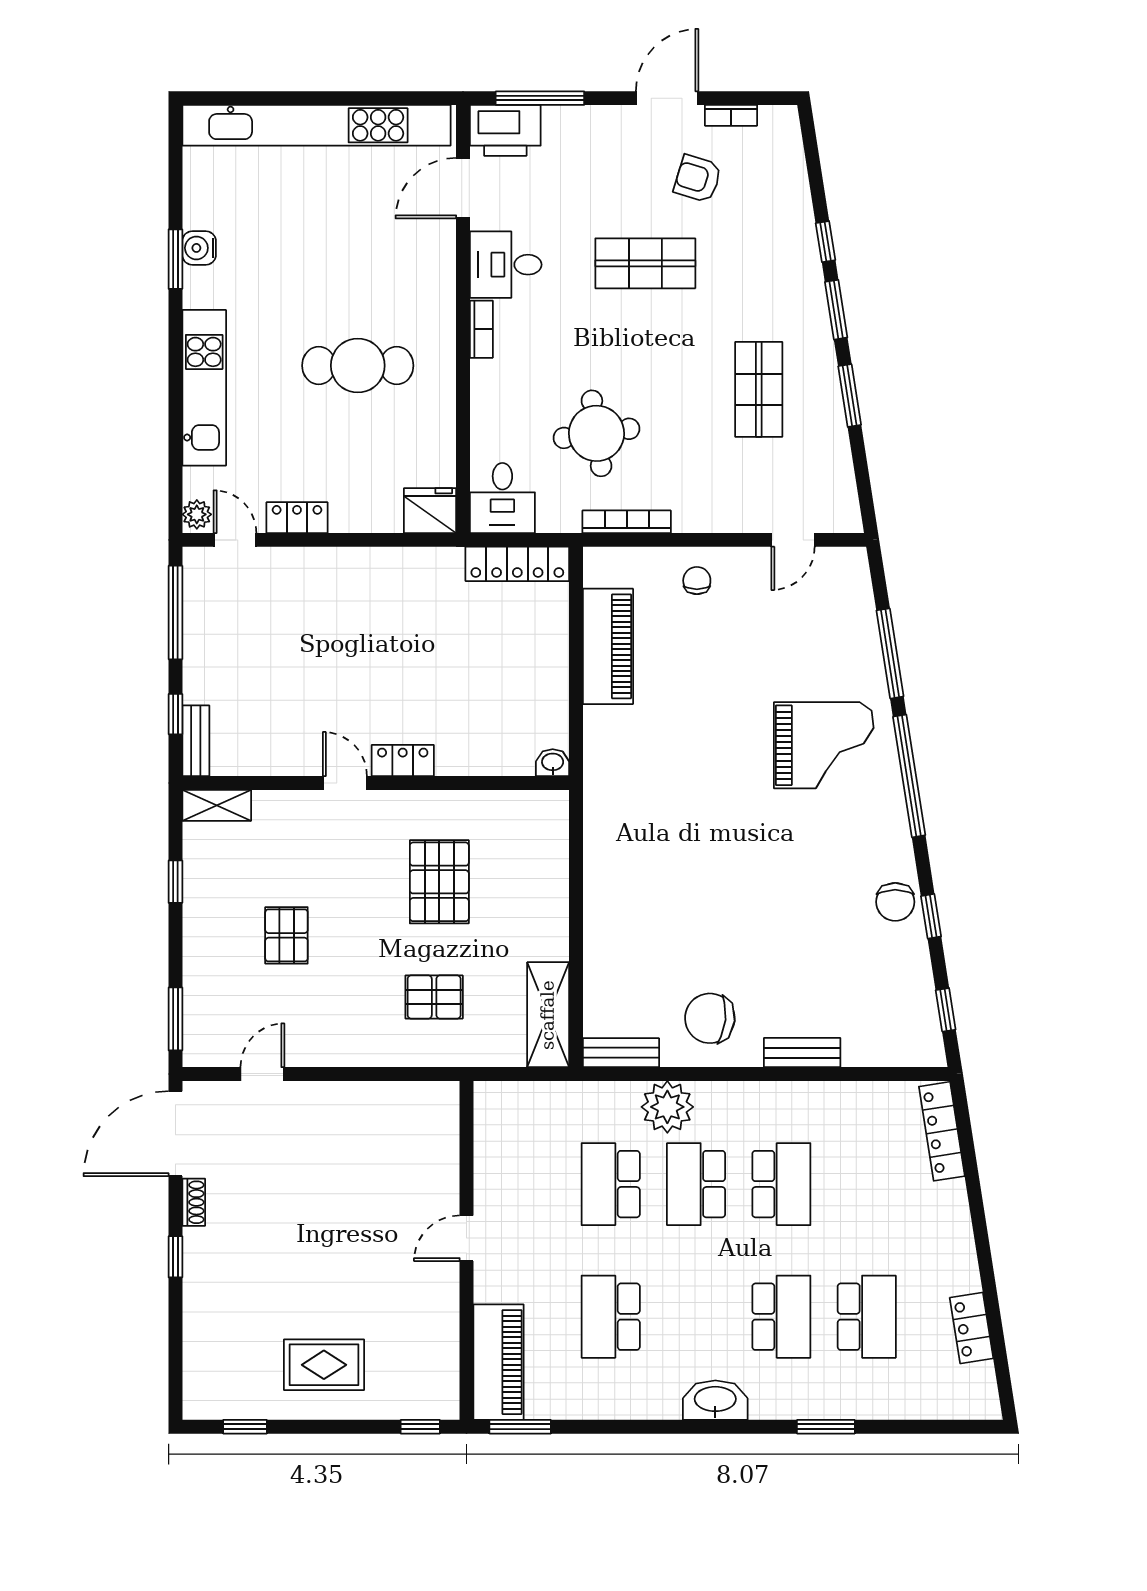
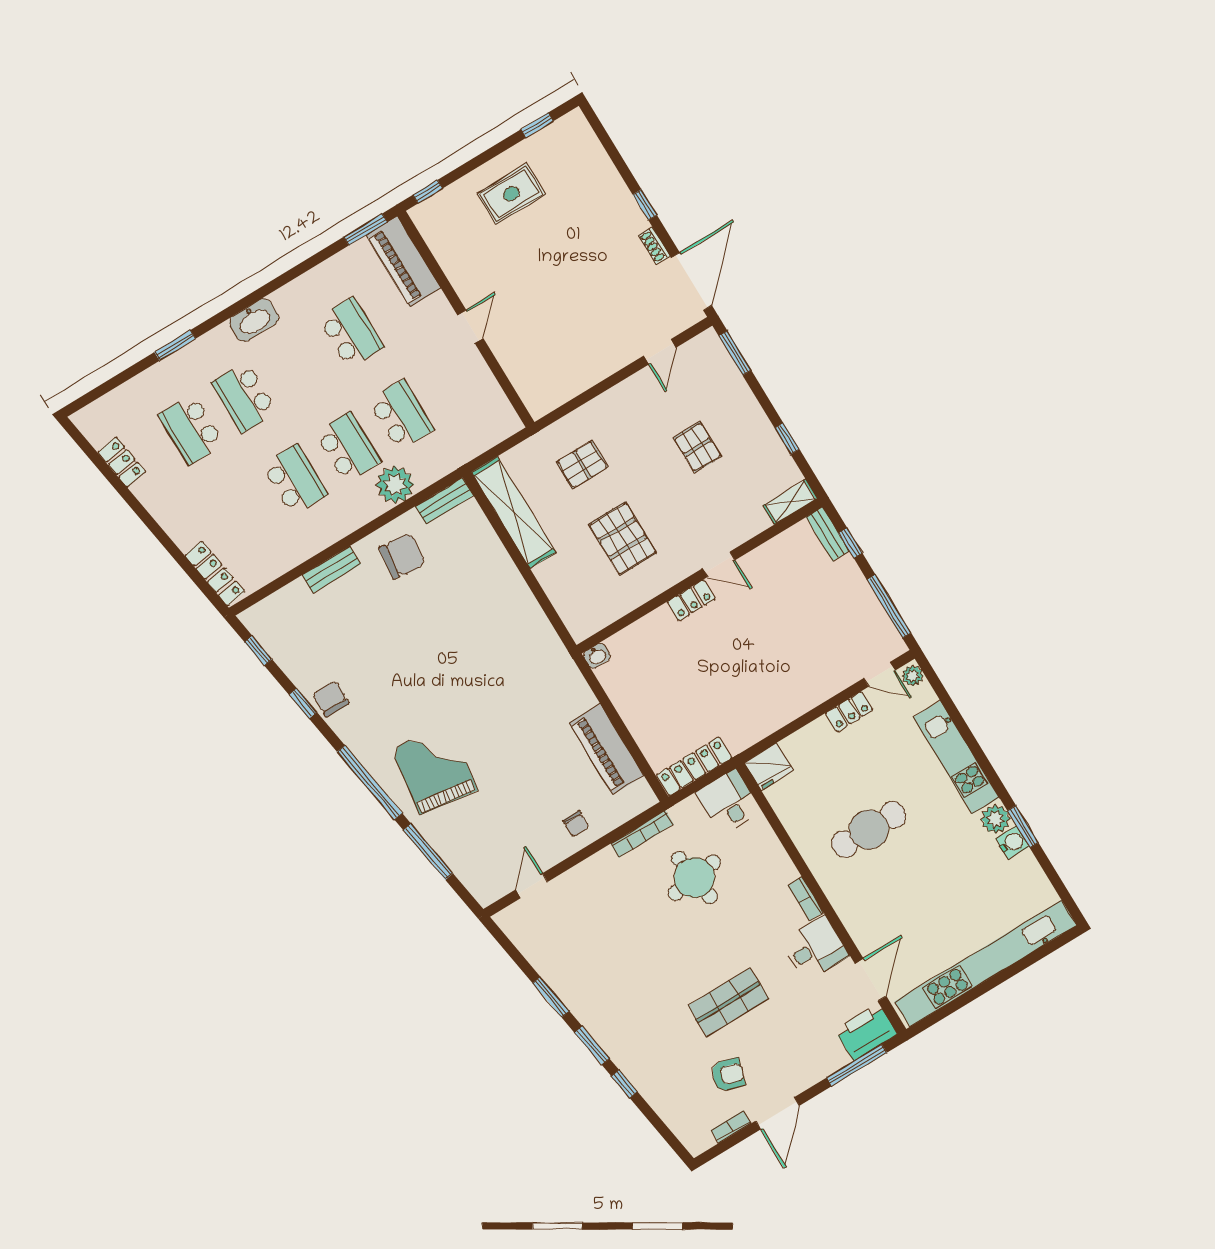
plant: (202, 287) -> (996, 819), added
shop shelf: (759, 389) -> (610, 967), removed
grand piano: (824, 745) -> (435, 769), turned 98
shelving: (548, 1015) -> (514, 512), width x1.47
school desk: (781, 1184) -> (295, 480), turned 180

